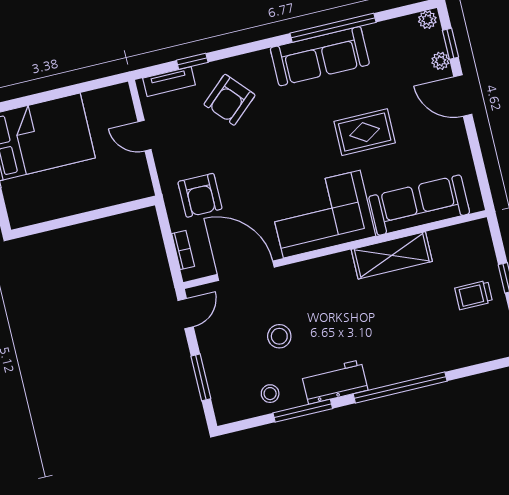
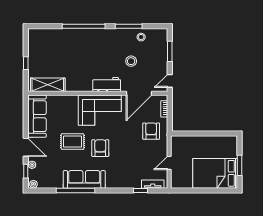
armchair: (230, 100) -> (100, 148), moved, turned -48
door: (145, 136) -> (169, 163), swing flipped
sofa: (419, 205) -> (37, 116), moved, turned -90
shelving: (392, 255) -> (48, 85), moved
door: (246, 271) -> (139, 93), hinge flipped
trolley: (474, 295) -> (42, 59), removed
workbench: (335, 382) -> (107, 85), moved, turned 180

